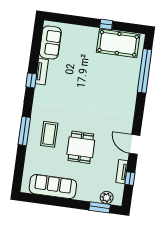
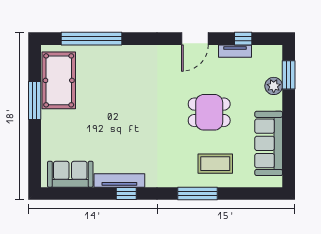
window: (106, 24) -> (35, 101), width x2.17
tv unit: (42, 72) -> (119, 180), width x1.41
coffee table: (49, 134) -> (215, 164), moved
plant: (107, 198) -> (274, 86), moved

